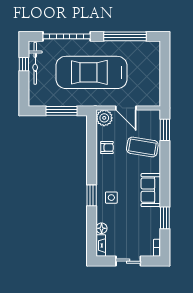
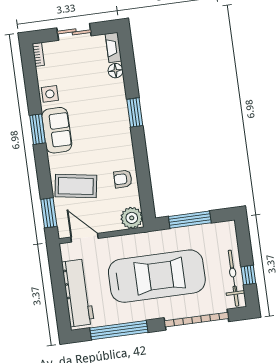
workbench: (151, 68) -> (78, 293), added
door: (126, 108) -> (84, 238), moved
side table: (111, 198) -> (50, 94), moved
window: (165, 218) -> (38, 129), moved

